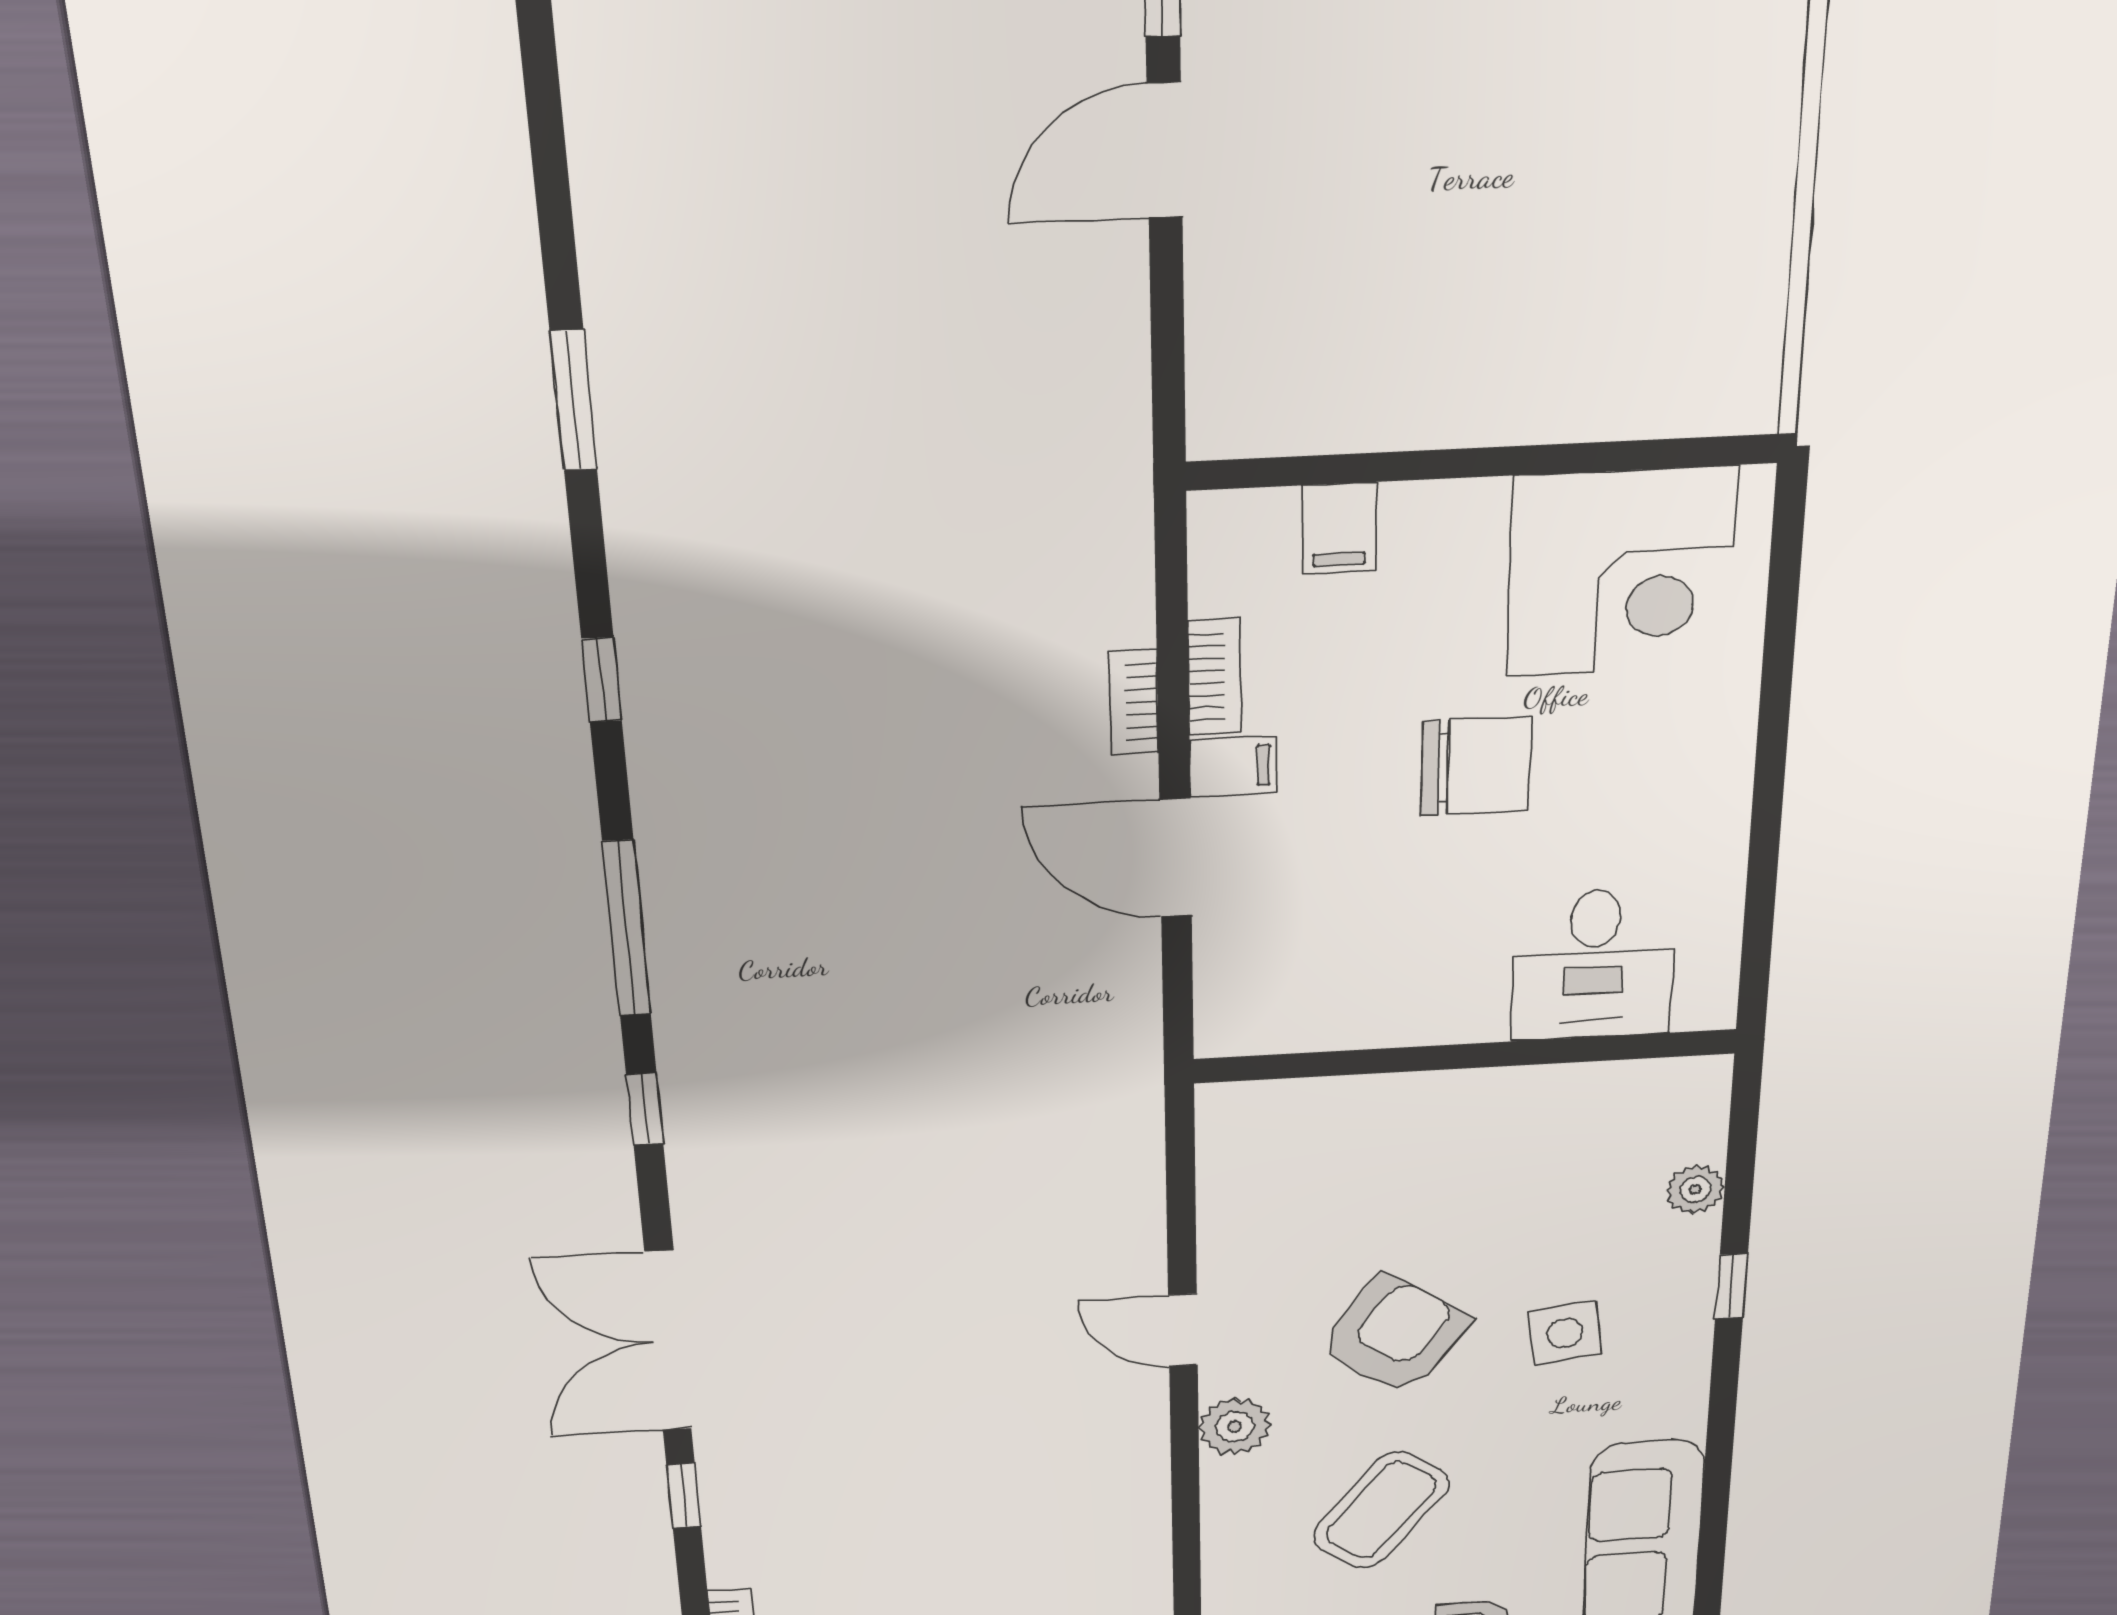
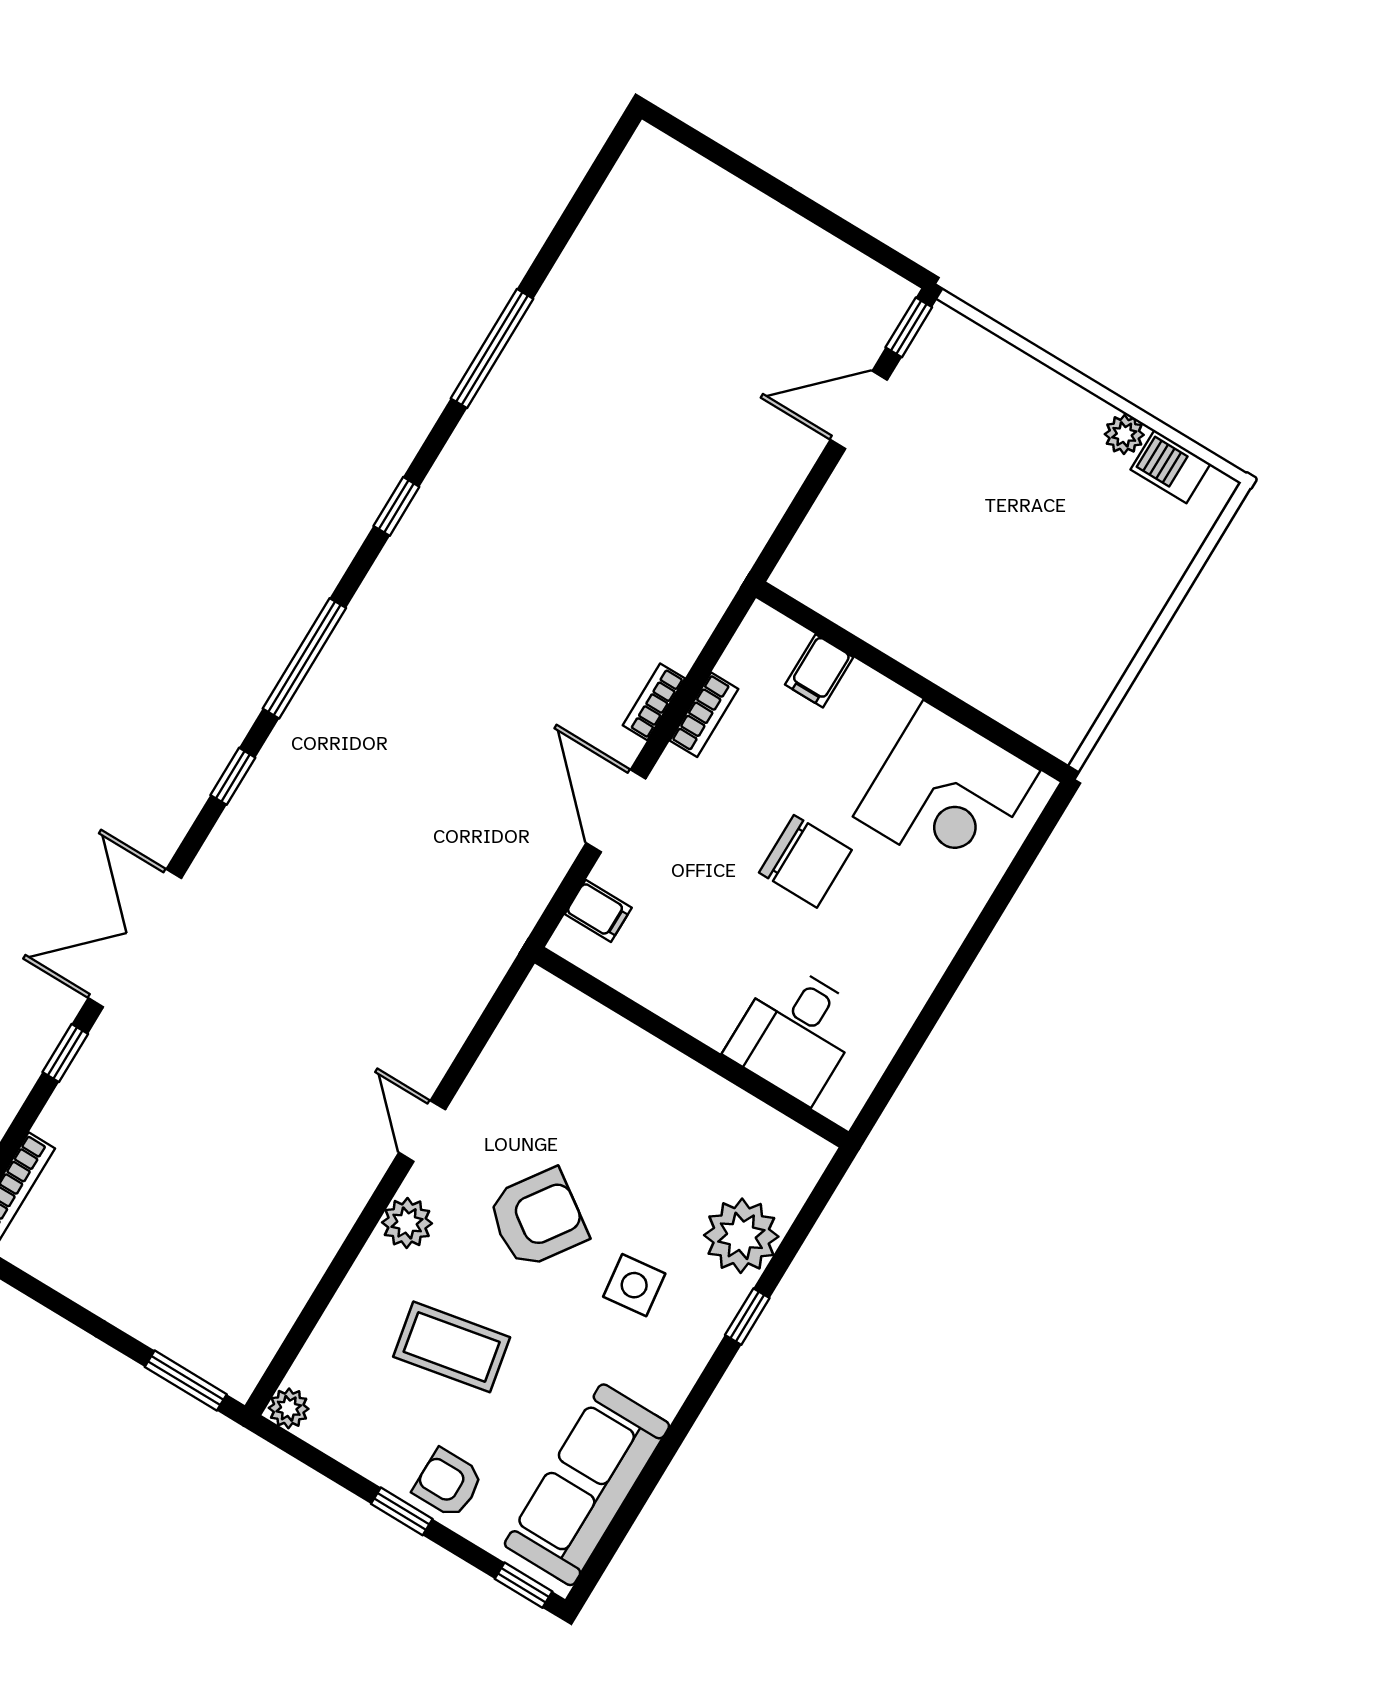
window: (574, 401) -> (492, 349), width x1.44
filing cabinet: (1233, 766) -> (598, 911), moved
plant: (1695, 1189) -> (741, 1236), width x1.88, depth x1.88
coffee table: (1381, 1510) -> (452, 1347), turned 42

